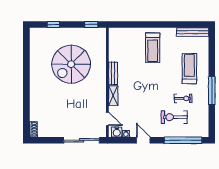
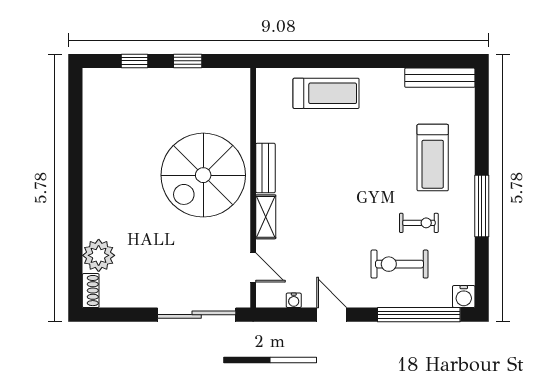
window: (91, 24) -> (188, 61), moved
treadmill: (153, 48) -> (326, 93), moved, turned -90
spiral stairs: (71, 64) -> (203, 175), moved
treadmill: (189, 69) -> (433, 158), turned 180
plant: (37, 113) -> (99, 255), added
water cooler: (117, 132) -> (464, 297), moved

